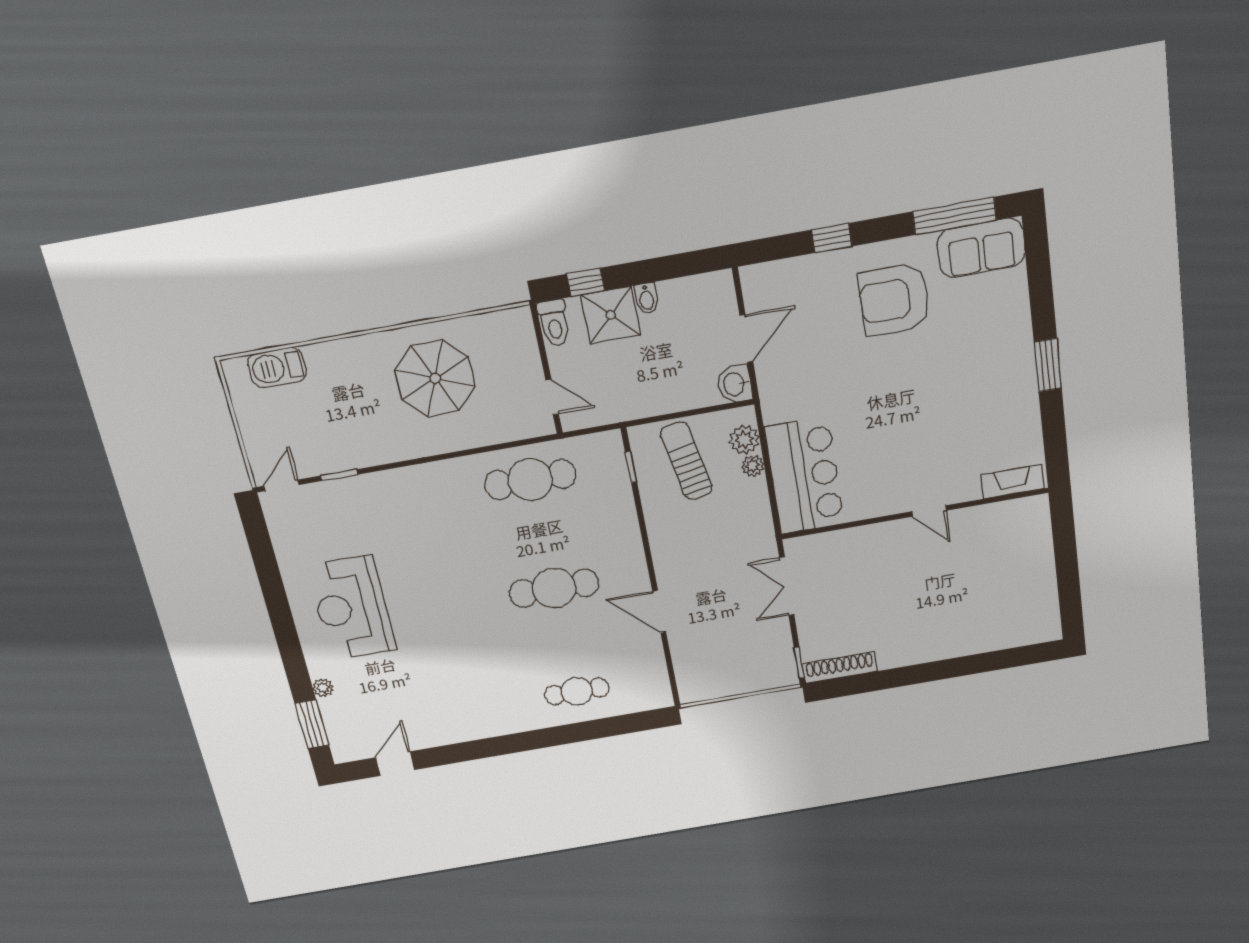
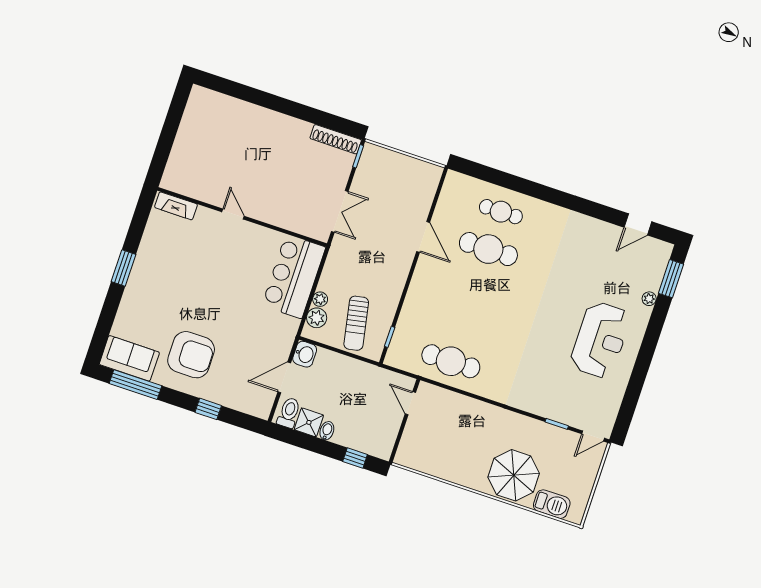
shower: (611, 315) -> (309, 422), moved, width x0.73, depth x0.73
toilet: (554, 323) -> (289, 413), moved
parasol: (435, 378) -> (514, 475), moved
cafe table: (554, 588) -> (488, 249), moved

